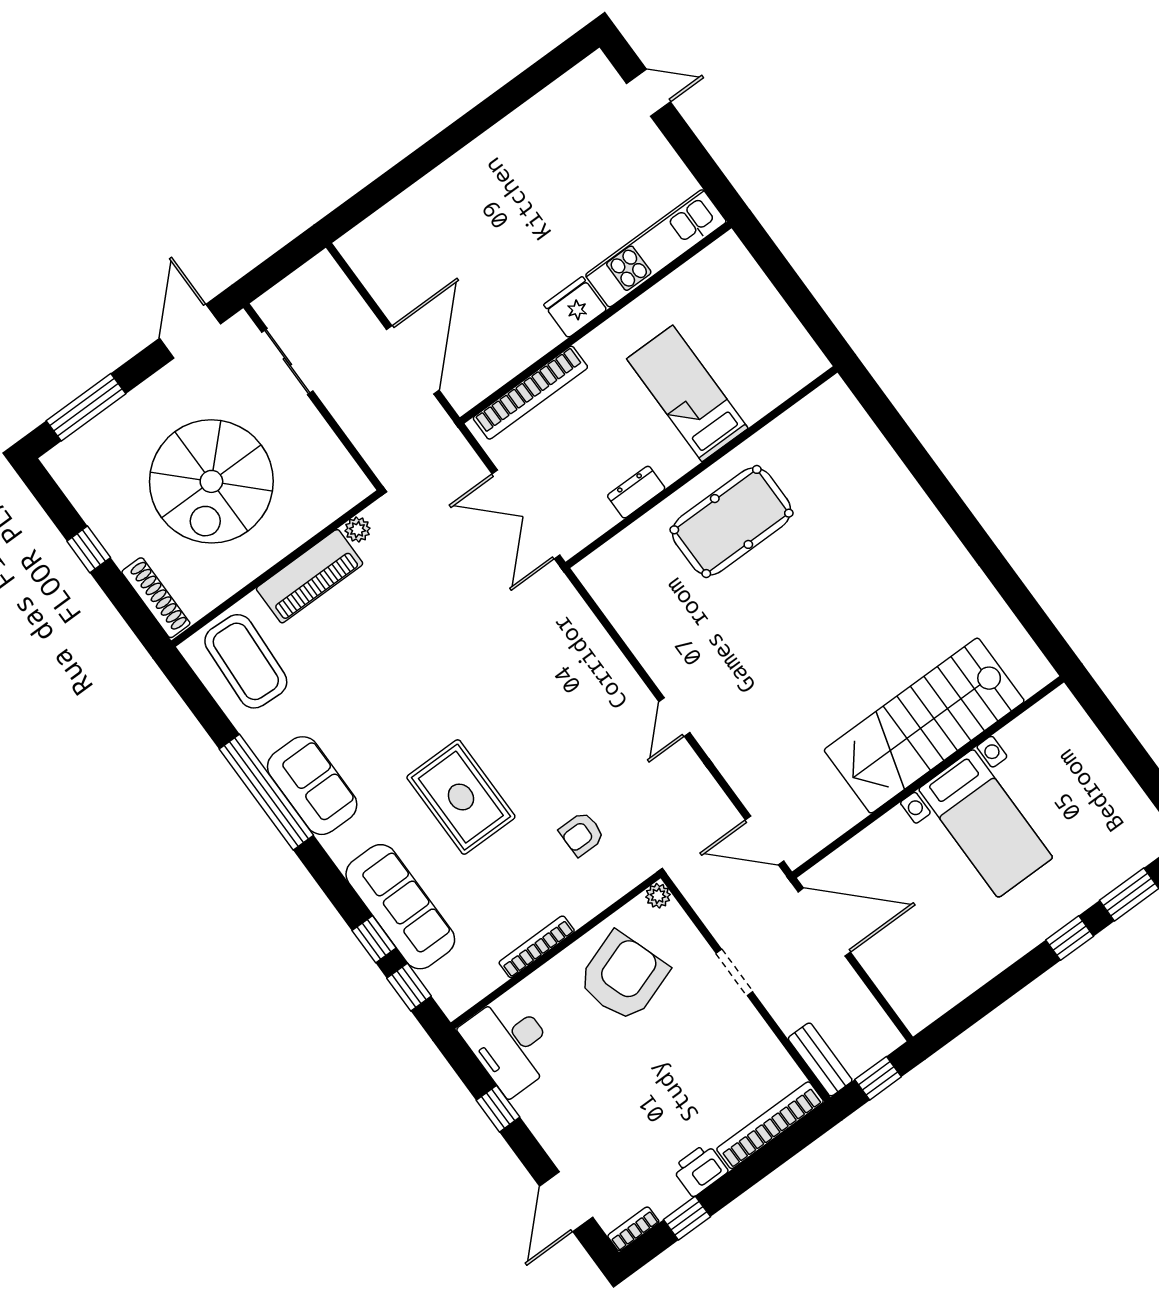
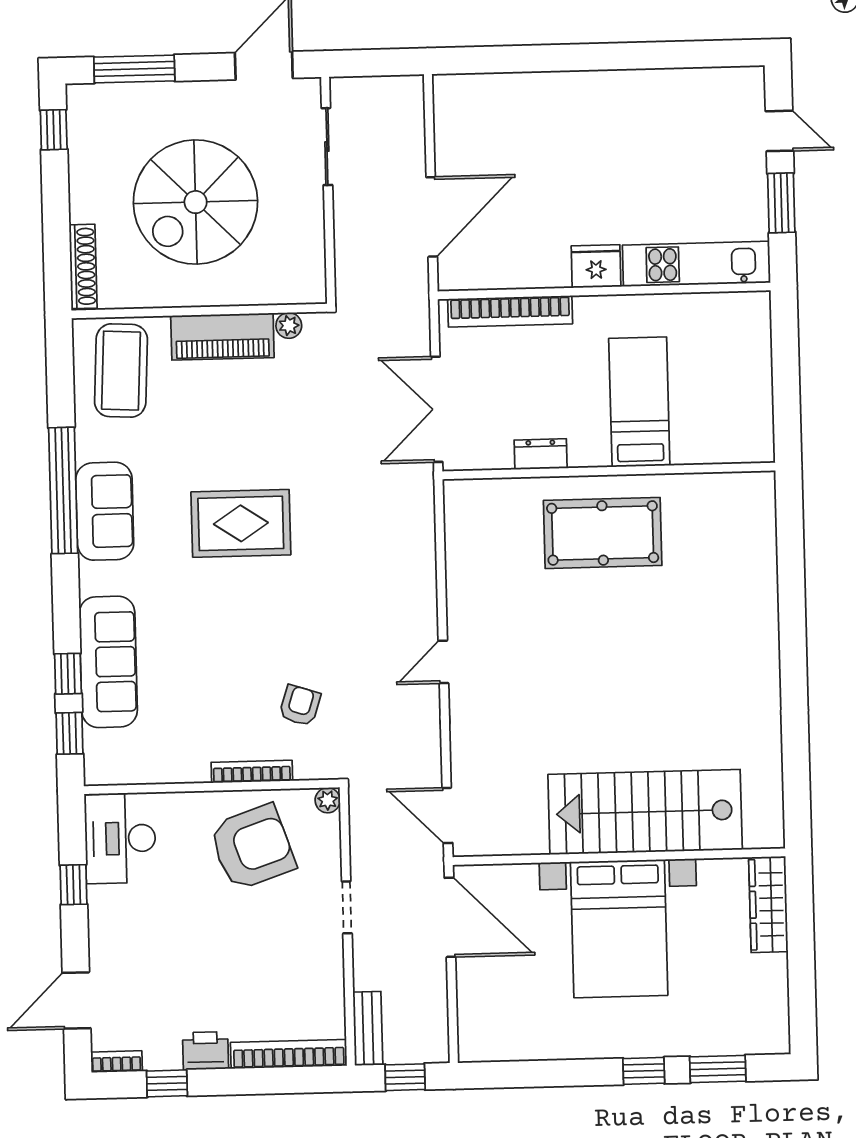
window: (691, 150) -> (781, 203), added
window: (89, 549) -> (54, 130), moved
wardrobe: (1077, 731) -> (768, 904), added
rug: (461, 797) -> (241, 523), moved, turned 90
bed with nightstands: (986, 823) -> (619, 929), width x1.36
armchair: (582, 834) -> (300, 705), turned 108
bookcase: (537, 947) -> (252, 772), moved

